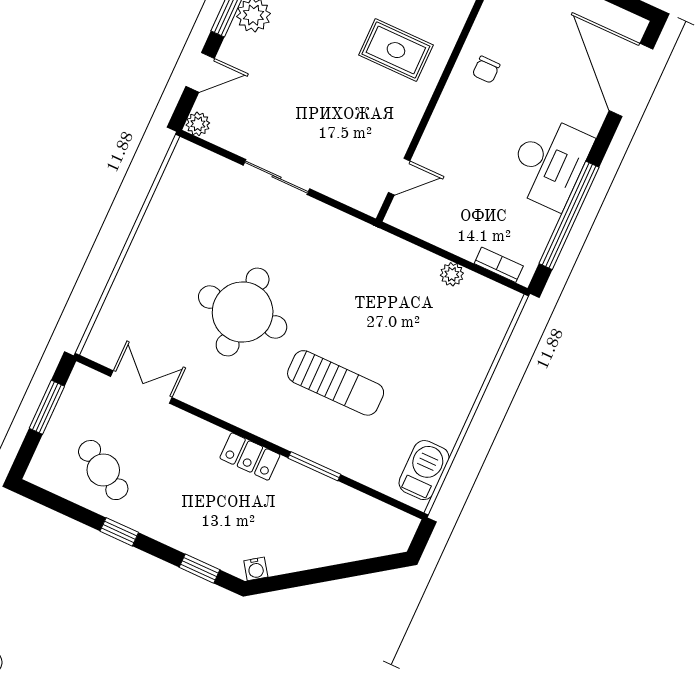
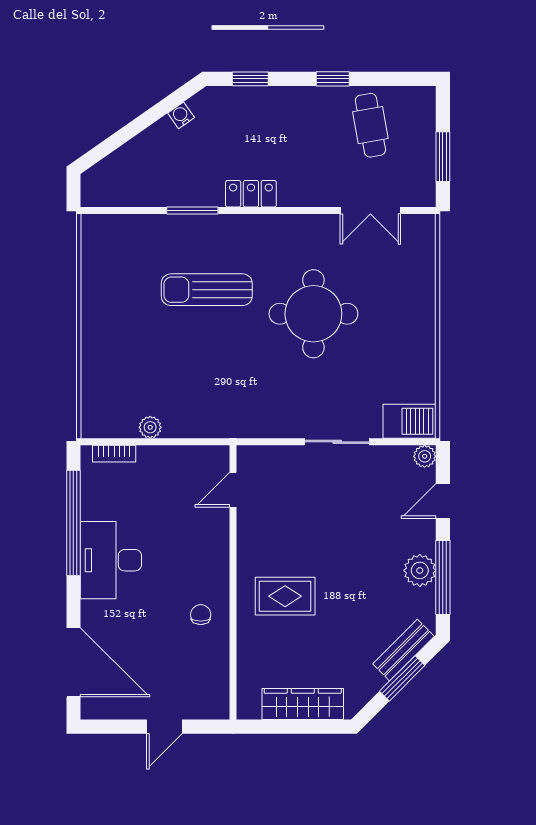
cafe table: (103, 470) -> (370, 125), turned 50
barbecue: (424, 470) -> (410, 421), moved, turned -90
water cooler: (256, 569) -> (181, 115), moved

